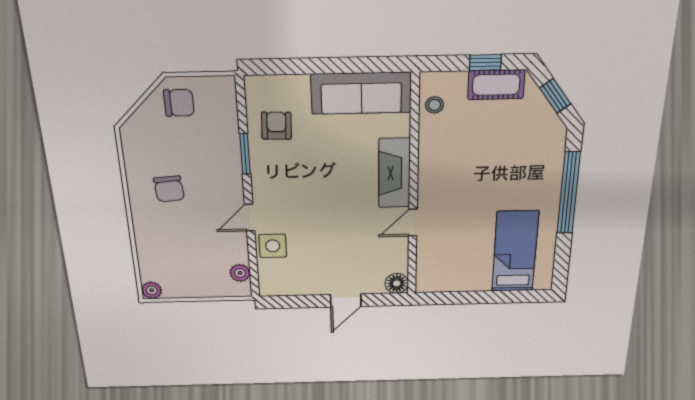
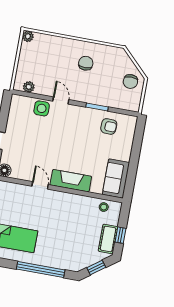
sofa: (361, 93) -> (116, 179), width x0.73
chair: (169, 189) -> (86, 63), turned 95

